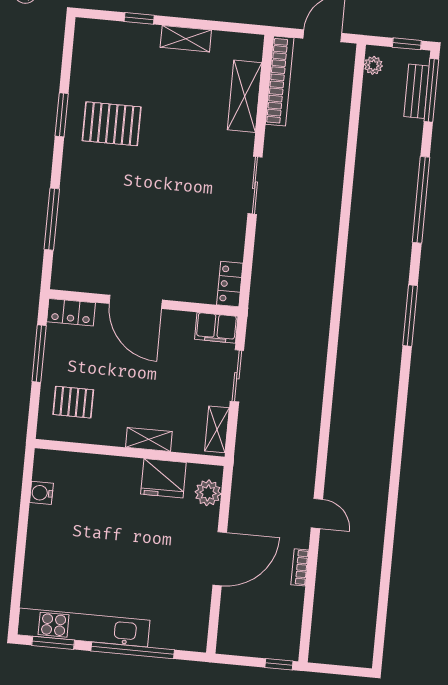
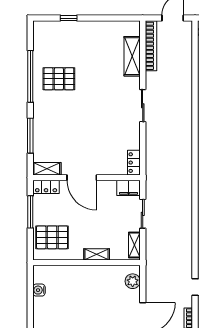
shelving: (186, 39) -> (47, 169), moved
window: (62, 115) -> (30, 76), width x2.11
pallet: (73, 402) -> (52, 237), width x1.50, depth x1.42
fridge: (163, 478) -> (107, 275), removed

